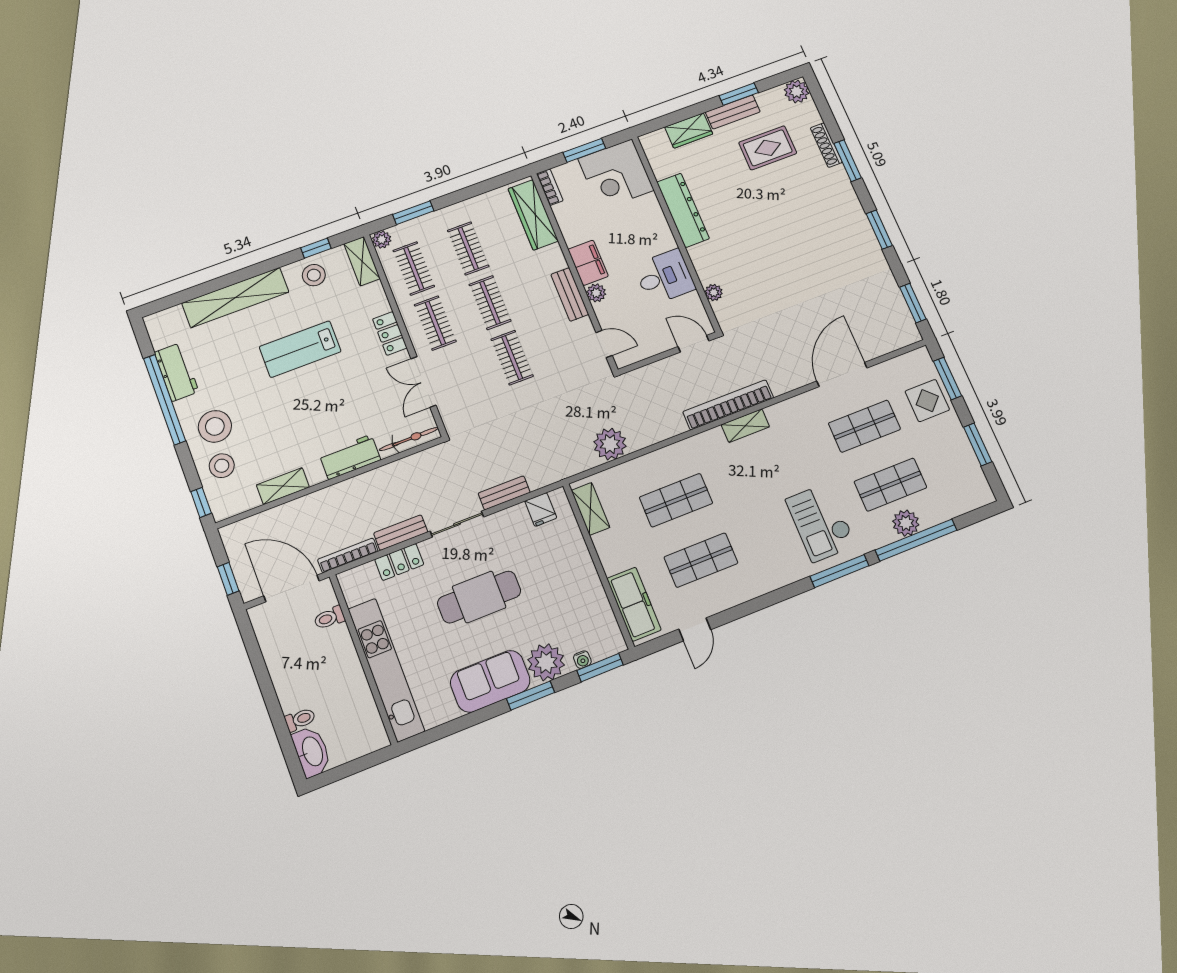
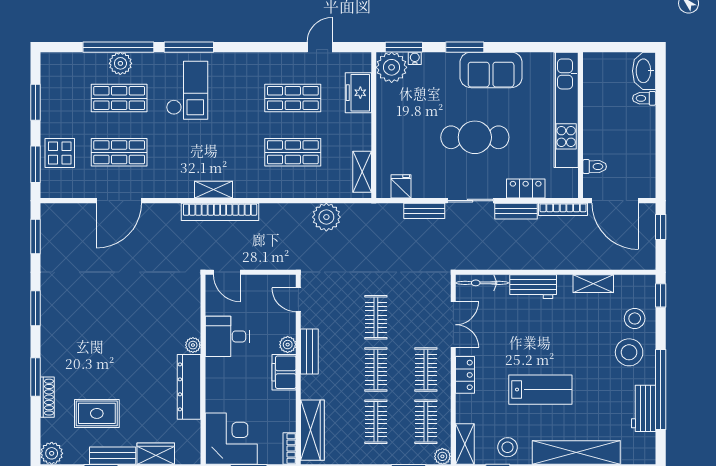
plant: (714, 292) -> (193, 345), moved
freezer: (634, 604) -> (358, 93), width x0.71
plant: (546, 662) -> (392, 67), moved

